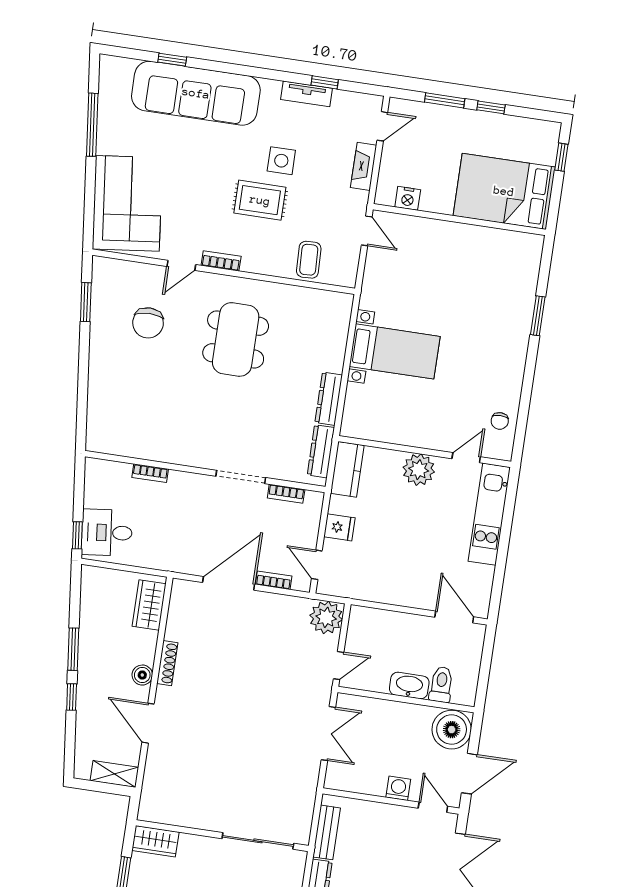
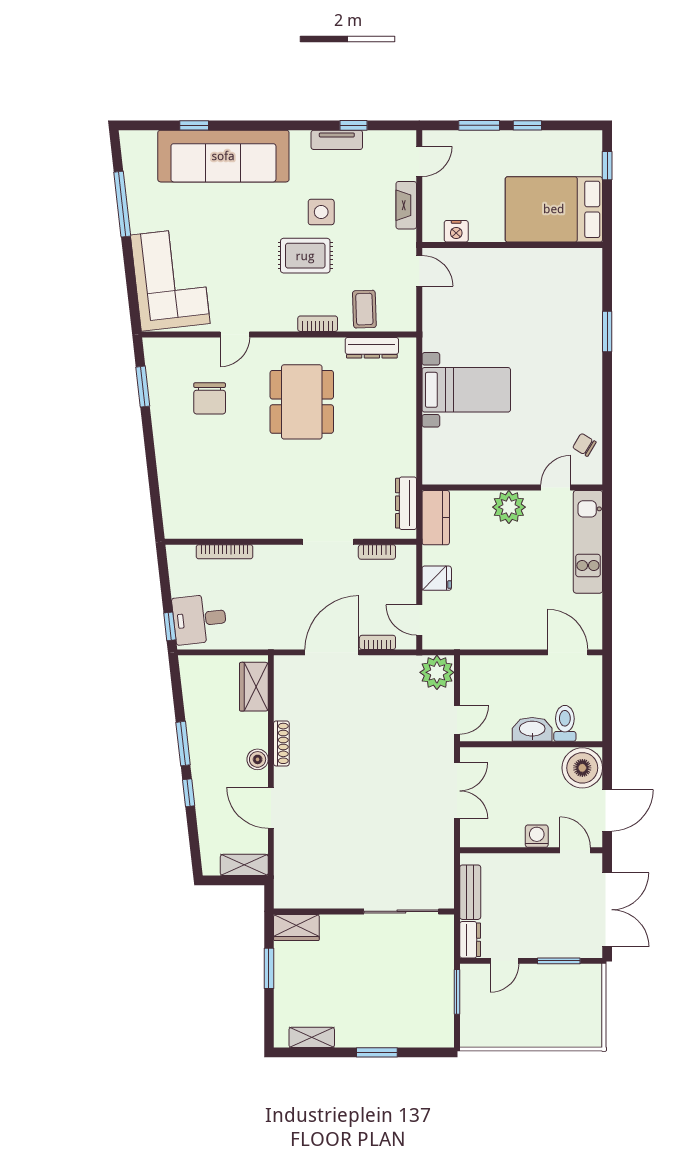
bookcase: (221, 261) -> (318, 324), moved
dresser: (329, 399) -> (372, 348), moved, turned -90
chair: (500, 421) -> (584, 445), turned 121
bookcase: (150, 473) -> (225, 552), width x1.56

